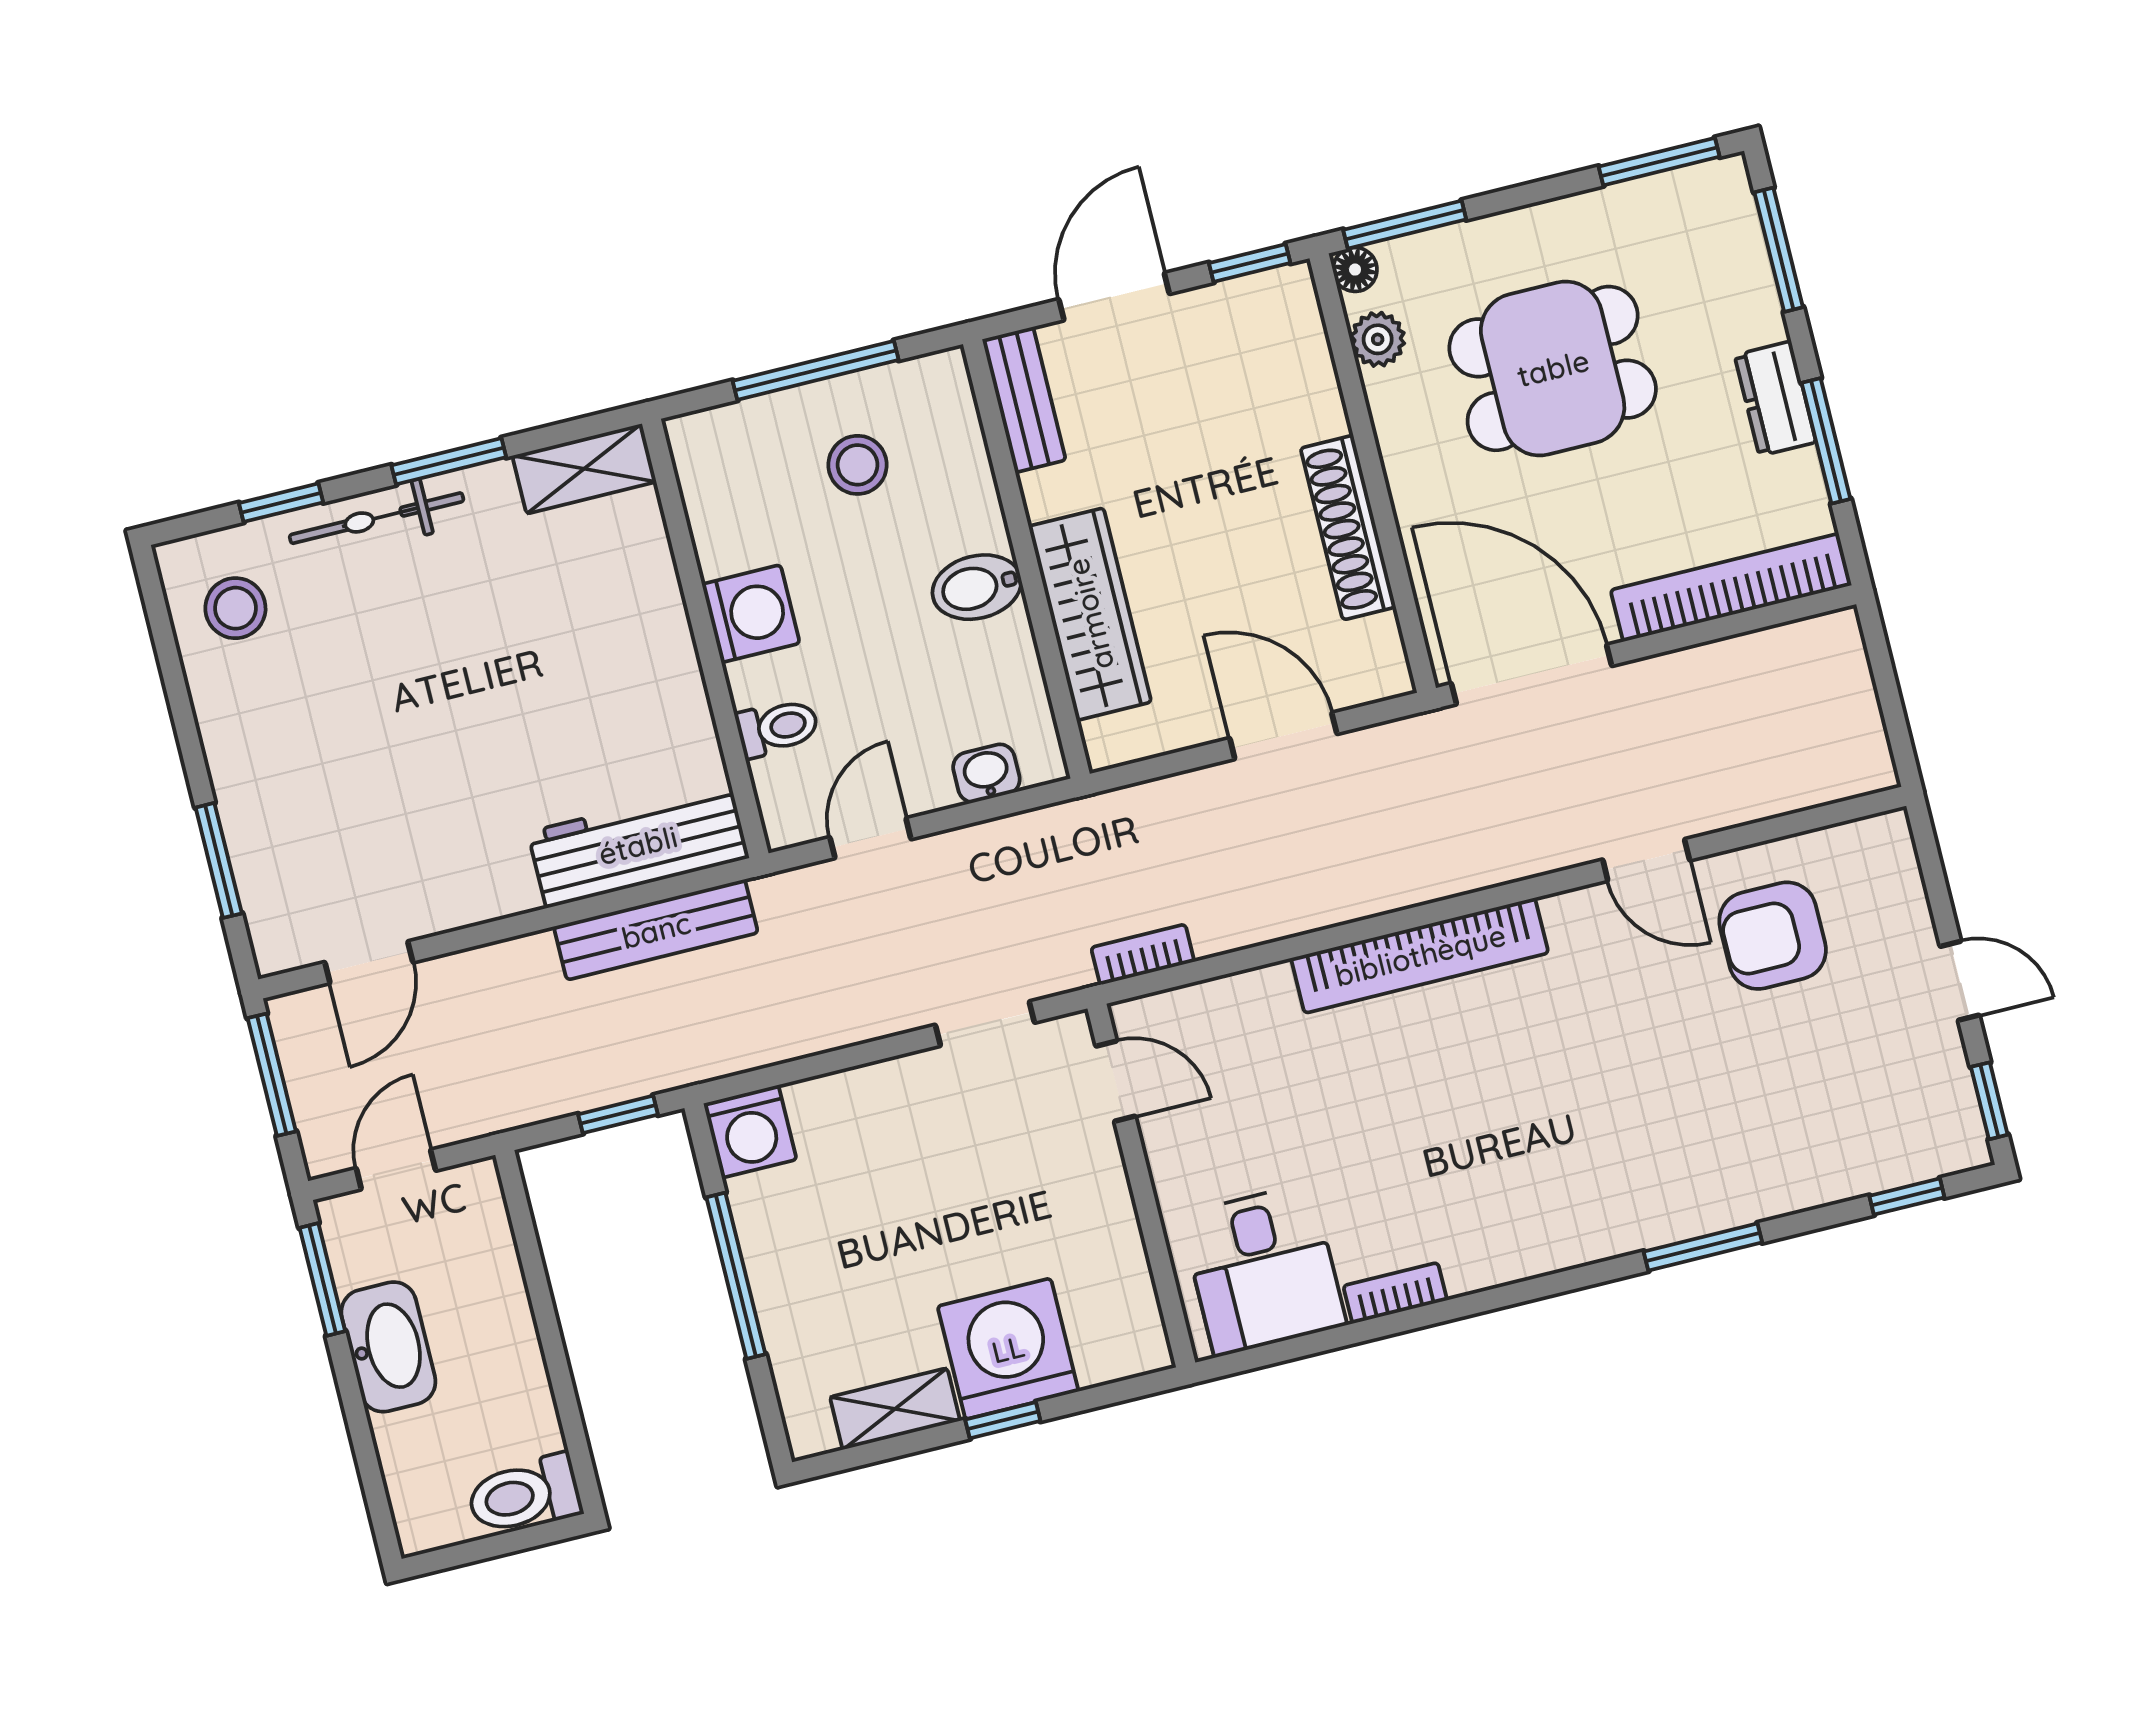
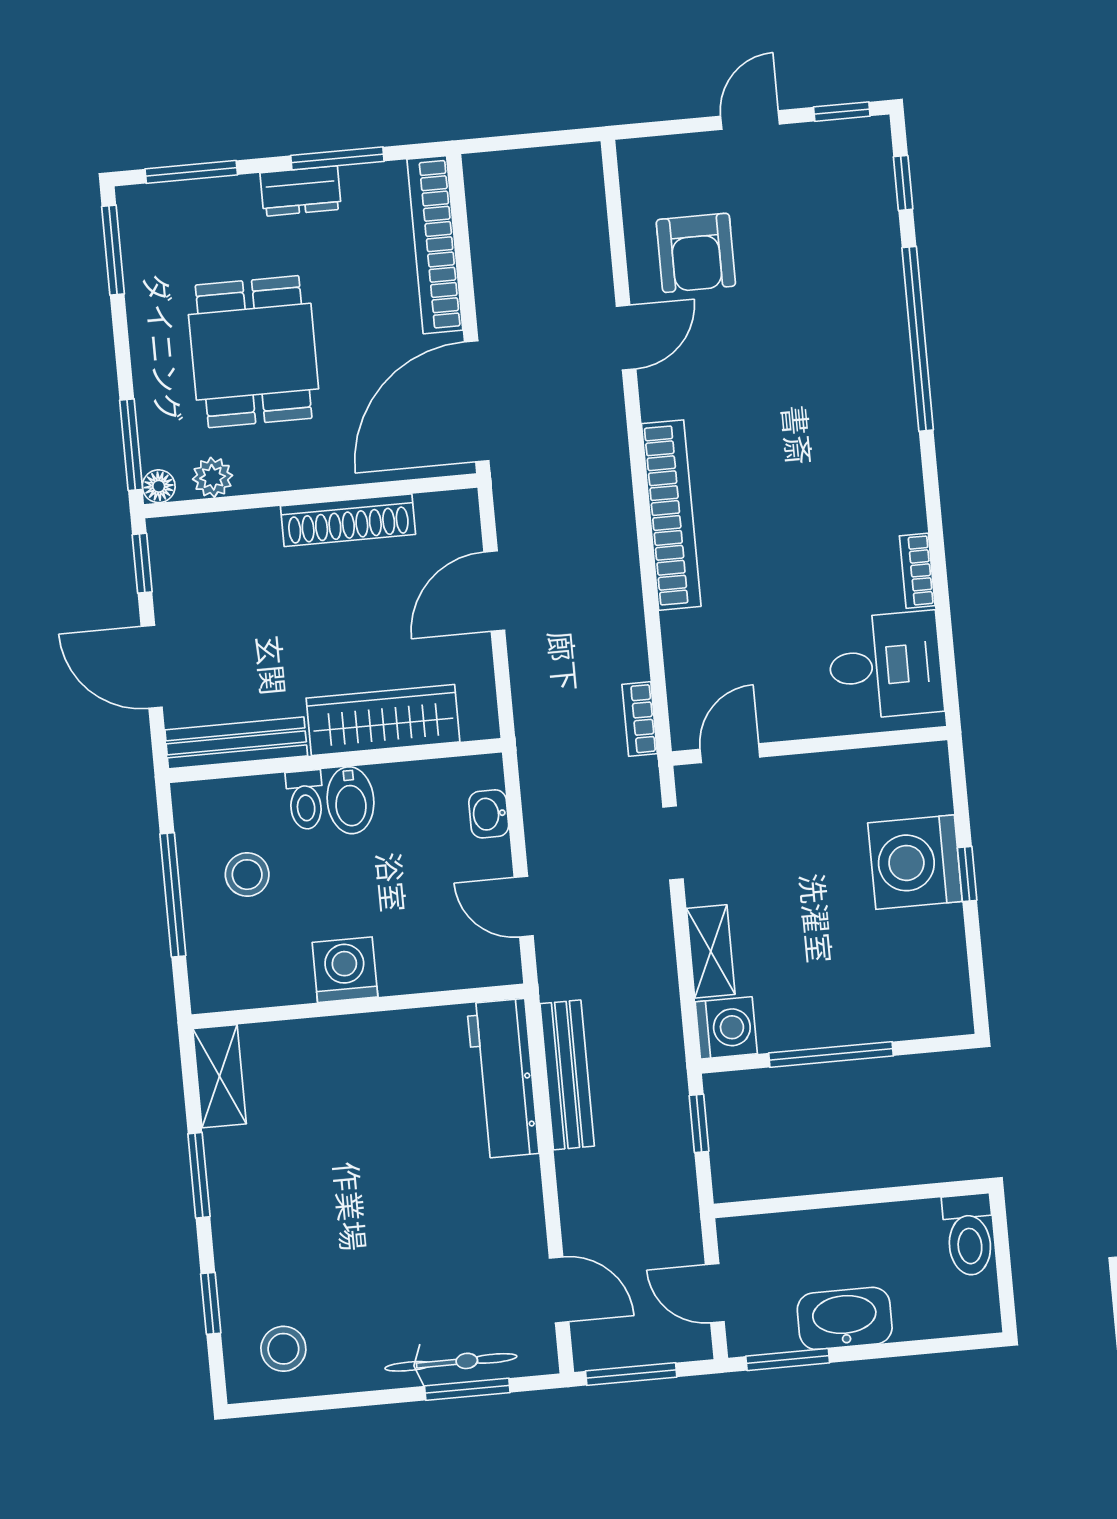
bench: (1024, 400) -> (236, 743), width x1.36
bicycle: (377, 518) -> (451, 1362), moved, turned -90
toilet: (777, 728) -> (305, 800), moved, turned 180
window: (1703, 1247) -> (918, 339), width x2.11
shelving: (895, 1409) -> (711, 951), moved

